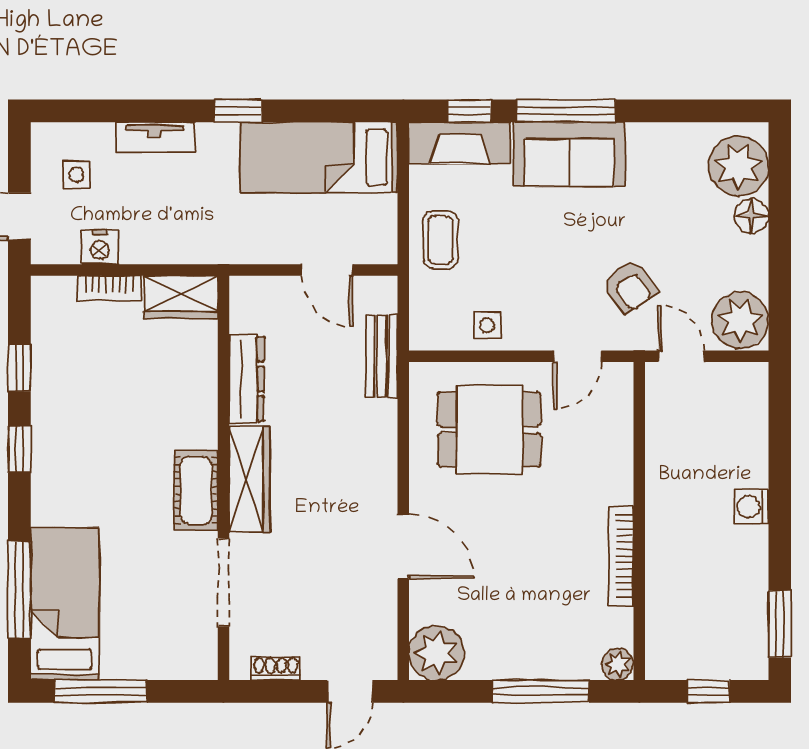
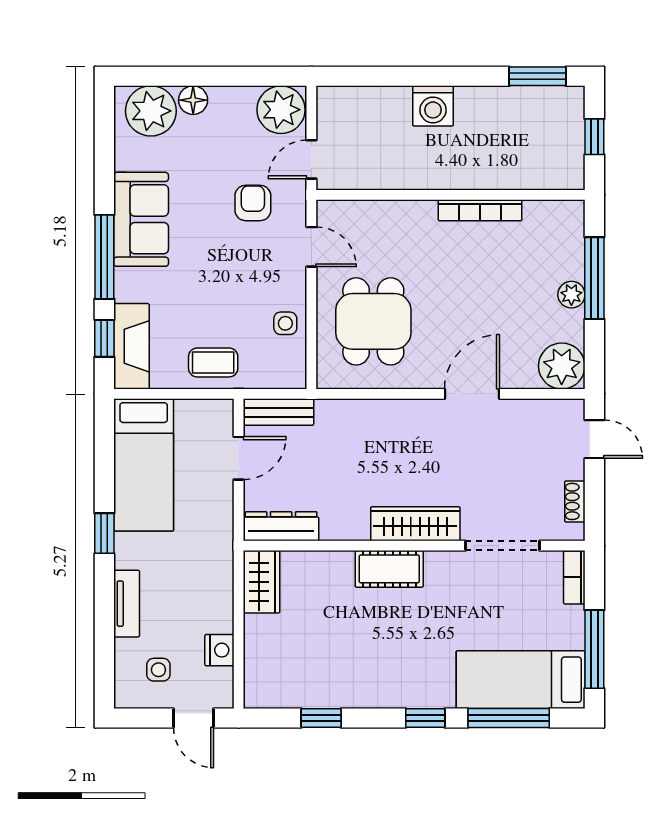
sofa: (569, 154) -> (141, 219), moved
armchair: (630, 287) -> (253, 203), turned -54
bookcase: (109, 288) -> (574, 577), moved, turned 180
bench: (382, 356) -> (278, 412), moved
dresser: (247, 379) -> (281, 526), moved
window: (19, 449) -> (425, 718), moved
cot: (196, 490) -> (389, 569), moved
washing machine: (751, 507) -> (433, 106), width x1.38, depth x1.38
plant: (618, 664) -> (571, 295), moved

